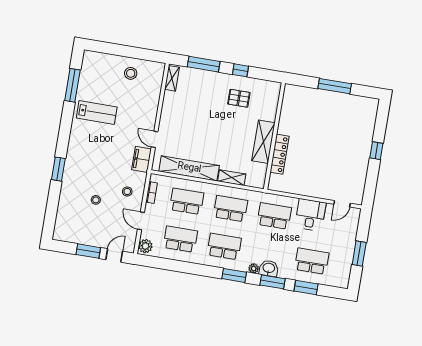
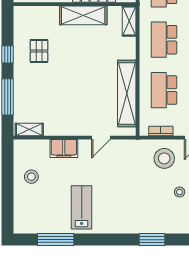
filing cabinet: (141, 159) -> (64, 148), moved
shelving: (232, 178) -> (129, 21), moved
stool: (127, 191) -> (164, 158), width x1.89, depth x1.89

